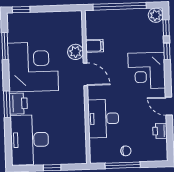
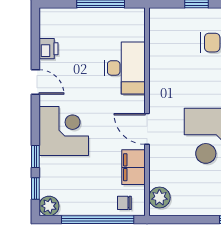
filing cabinet: (94, 46) -> (133, 167), width x2.00
plant: (75, 52) -> (159, 198), moved
chair: (126, 151) -> (124, 203), moved

